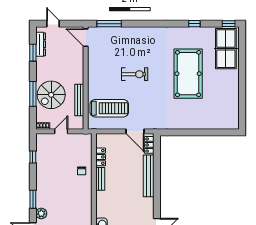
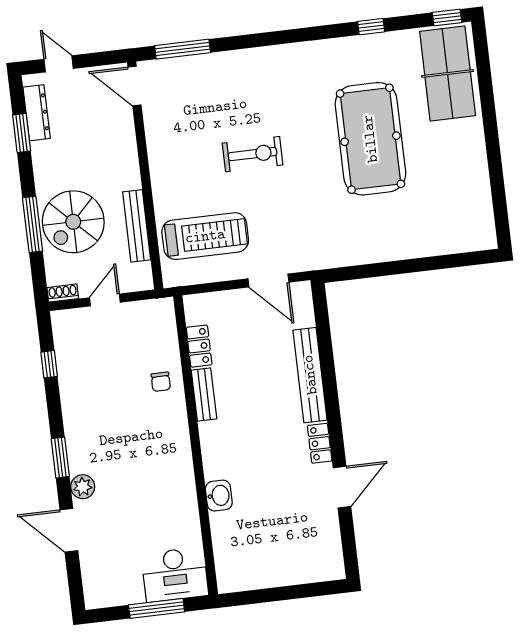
locker: (149, 145) -> (320, 443), moved

